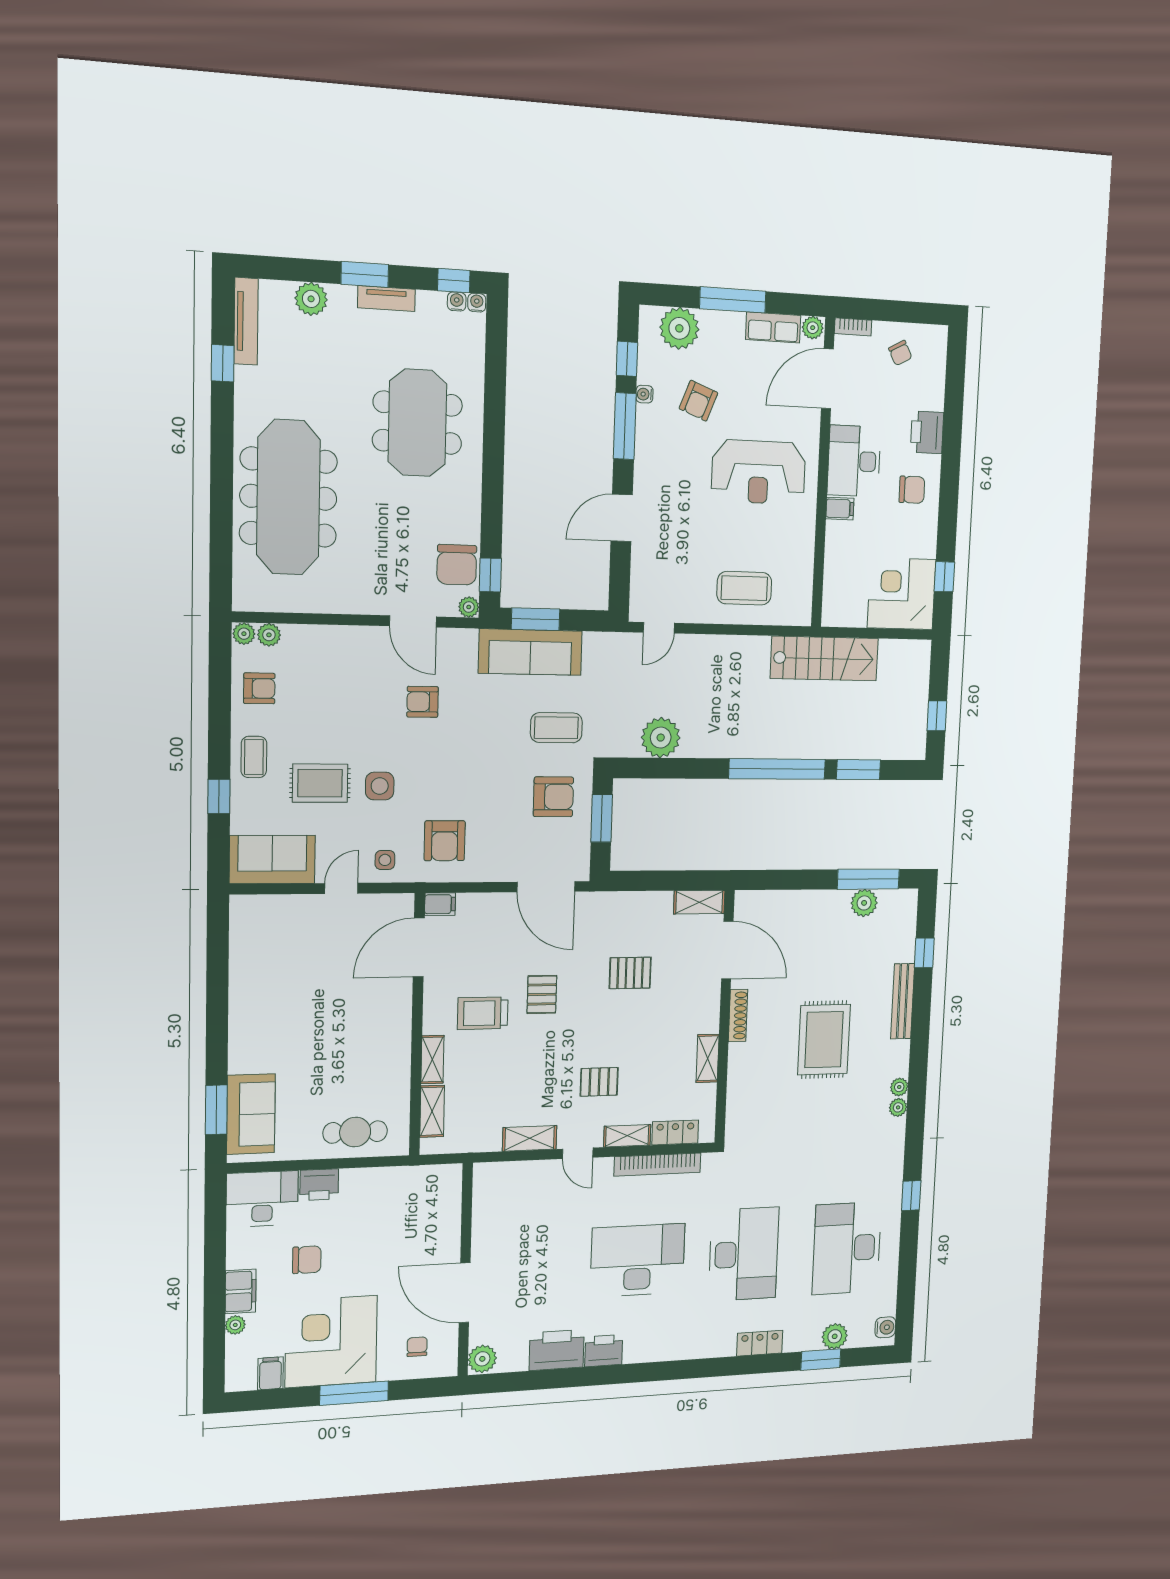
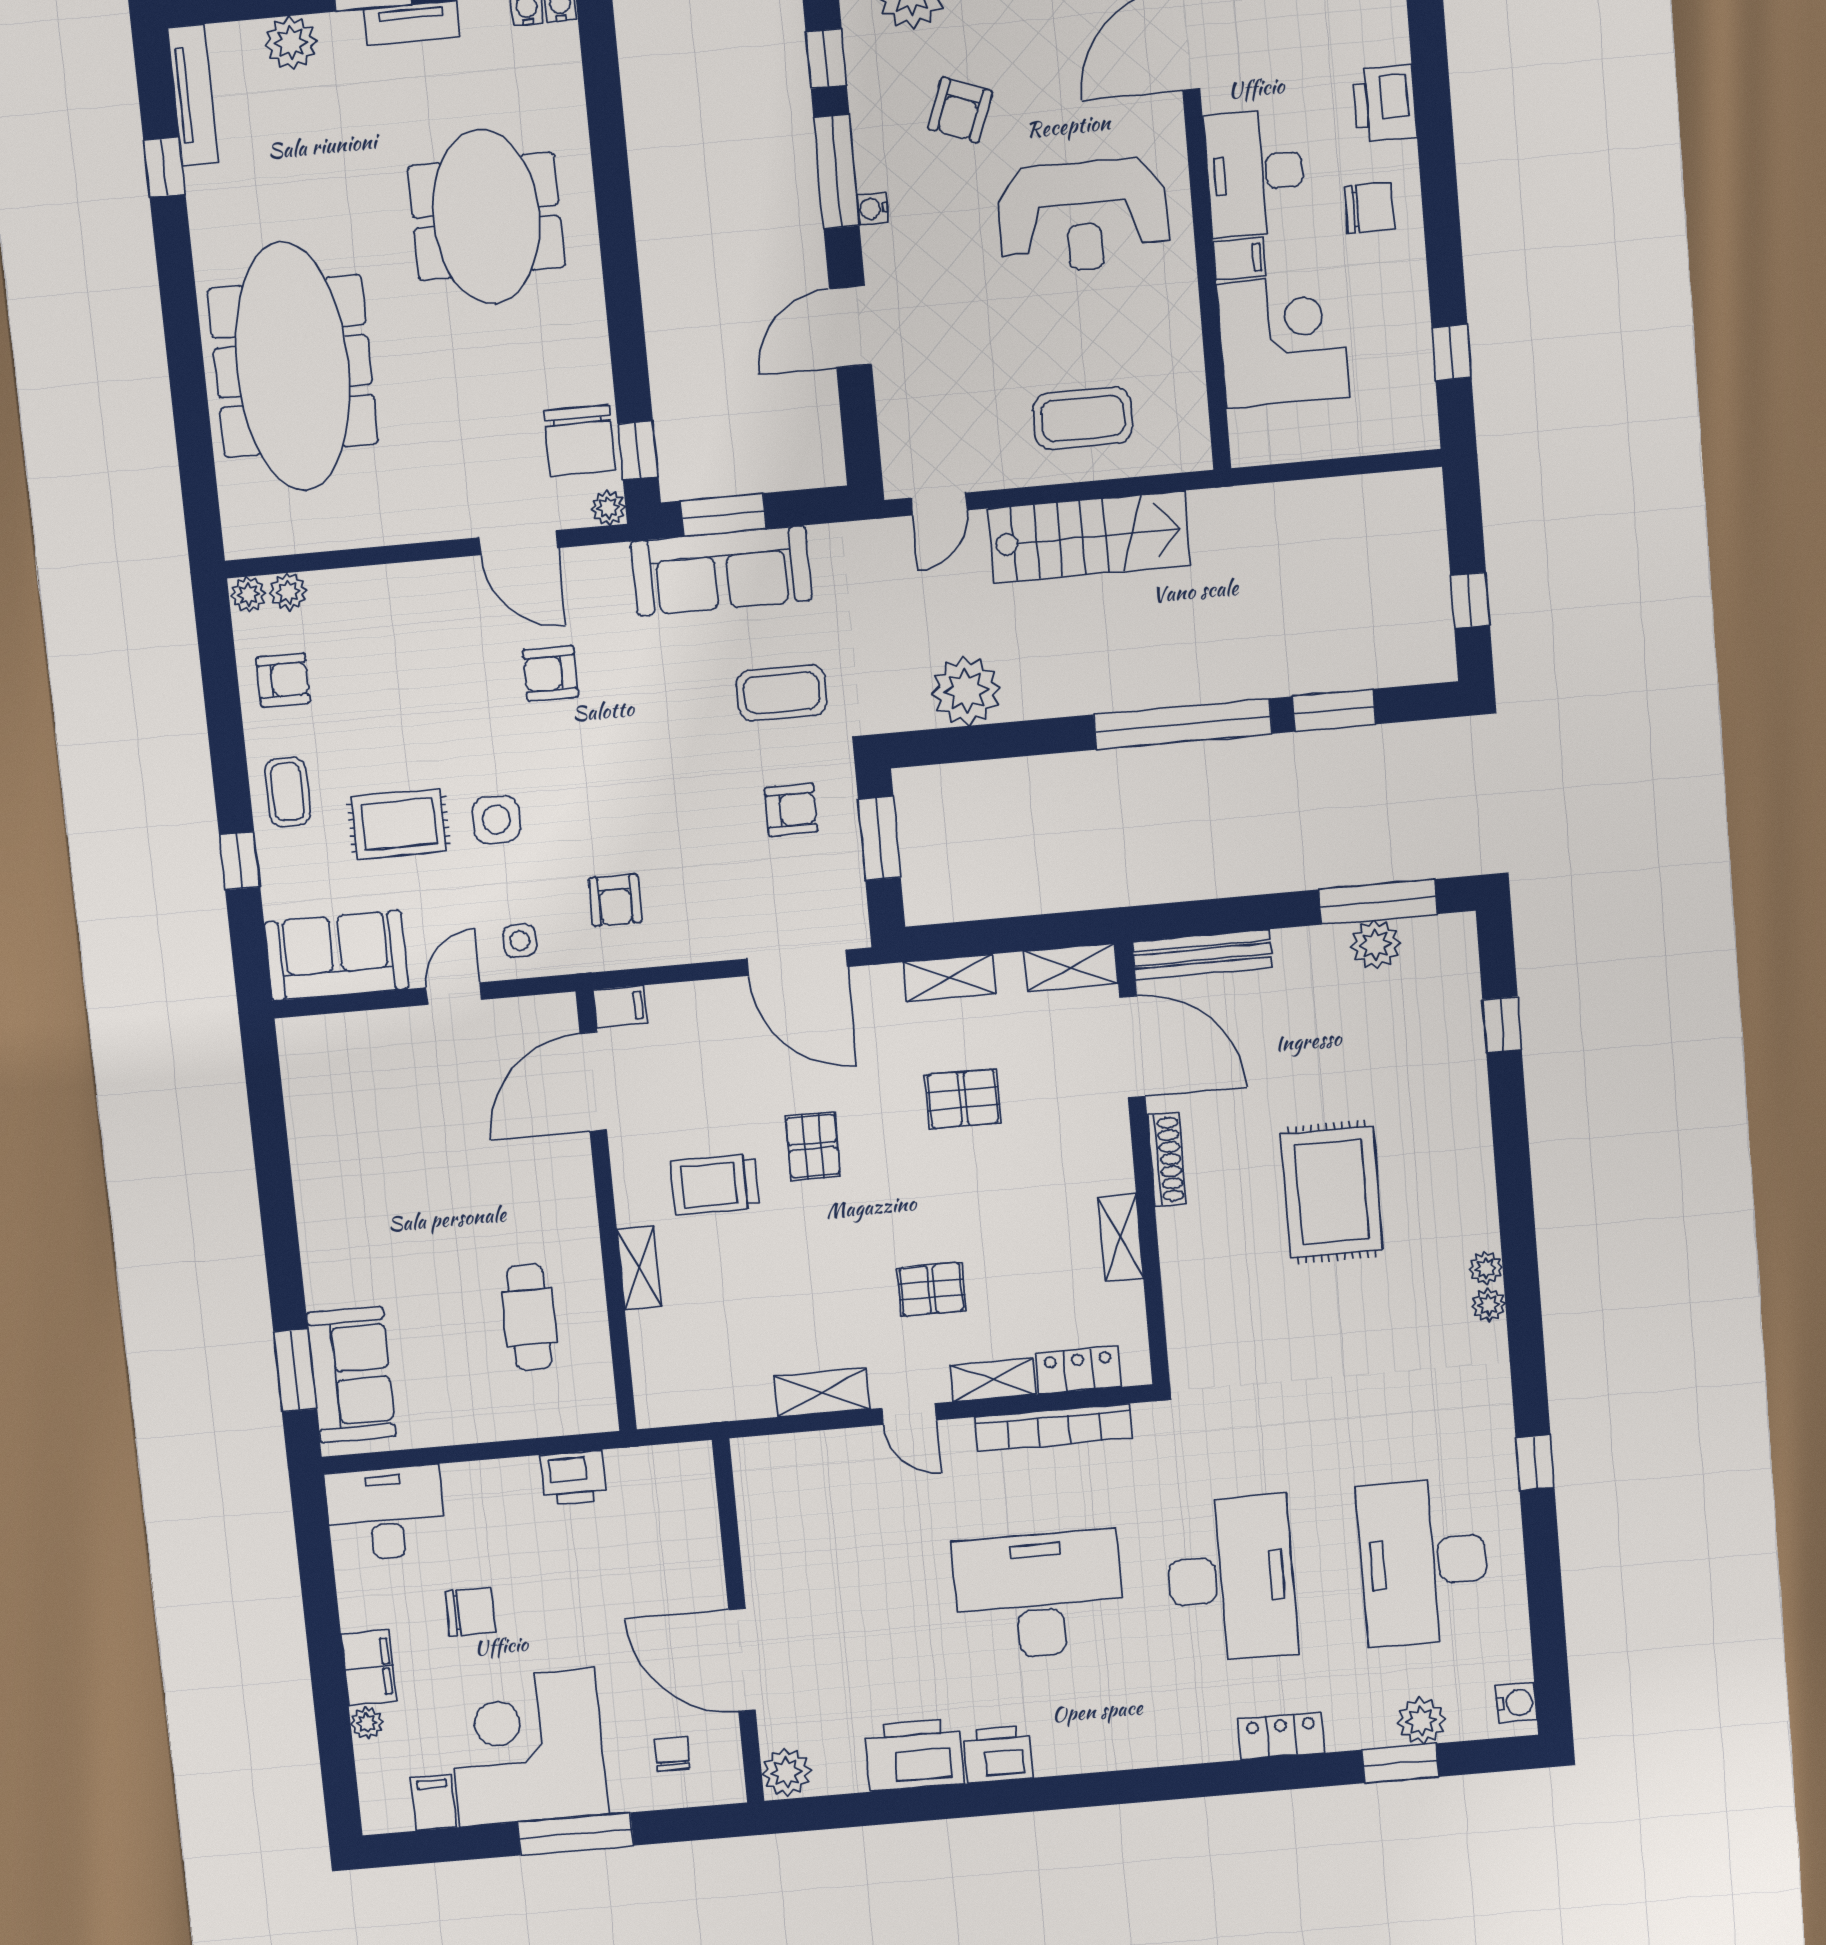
water cooler: (644, 394) -> (873, 209), moved
corner desk: (902, 594) -> (1283, 340), moved, turned 90
stairs: (824, 658) -> (1089, 537), moved
armchair: (553, 797) -> (791, 810), width x0.72, depth x0.72
armchair: (445, 841) -> (615, 900), width x0.72, depth x0.72
bench: (903, 1001) -> (1202, 954), moved, turned 90
shelving: (432, 1111) -> (950, 978), moved, turned 90
cafe table: (355, 1132) -> (529, 1317), moved, turned 90
printer: (319, 1185) -> (574, 1478), moved

